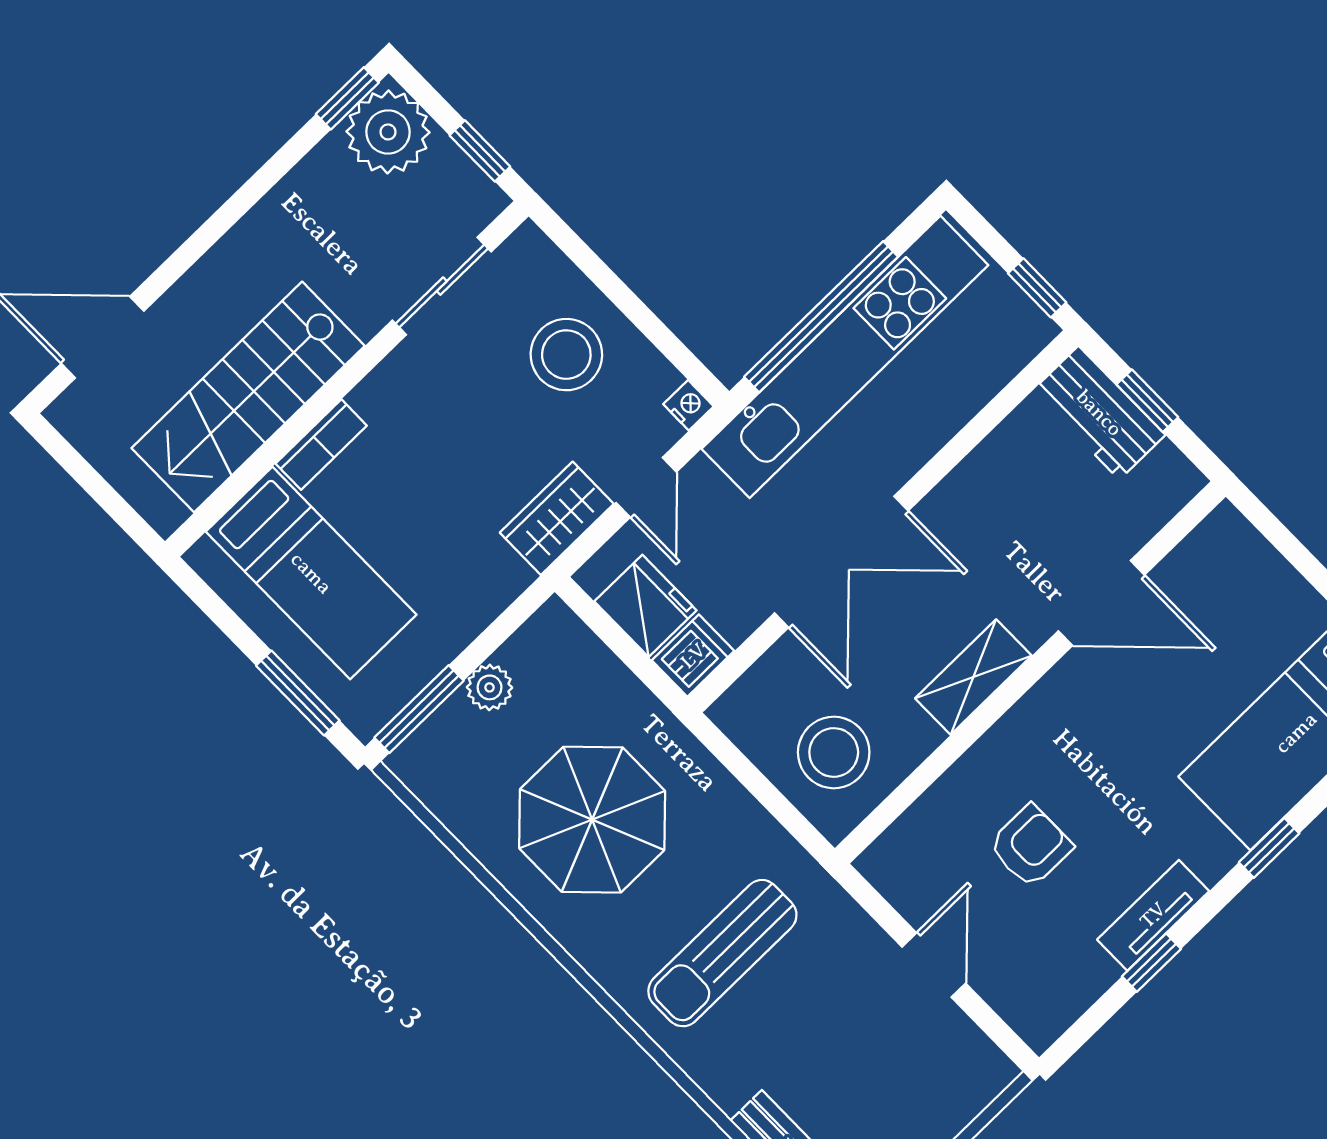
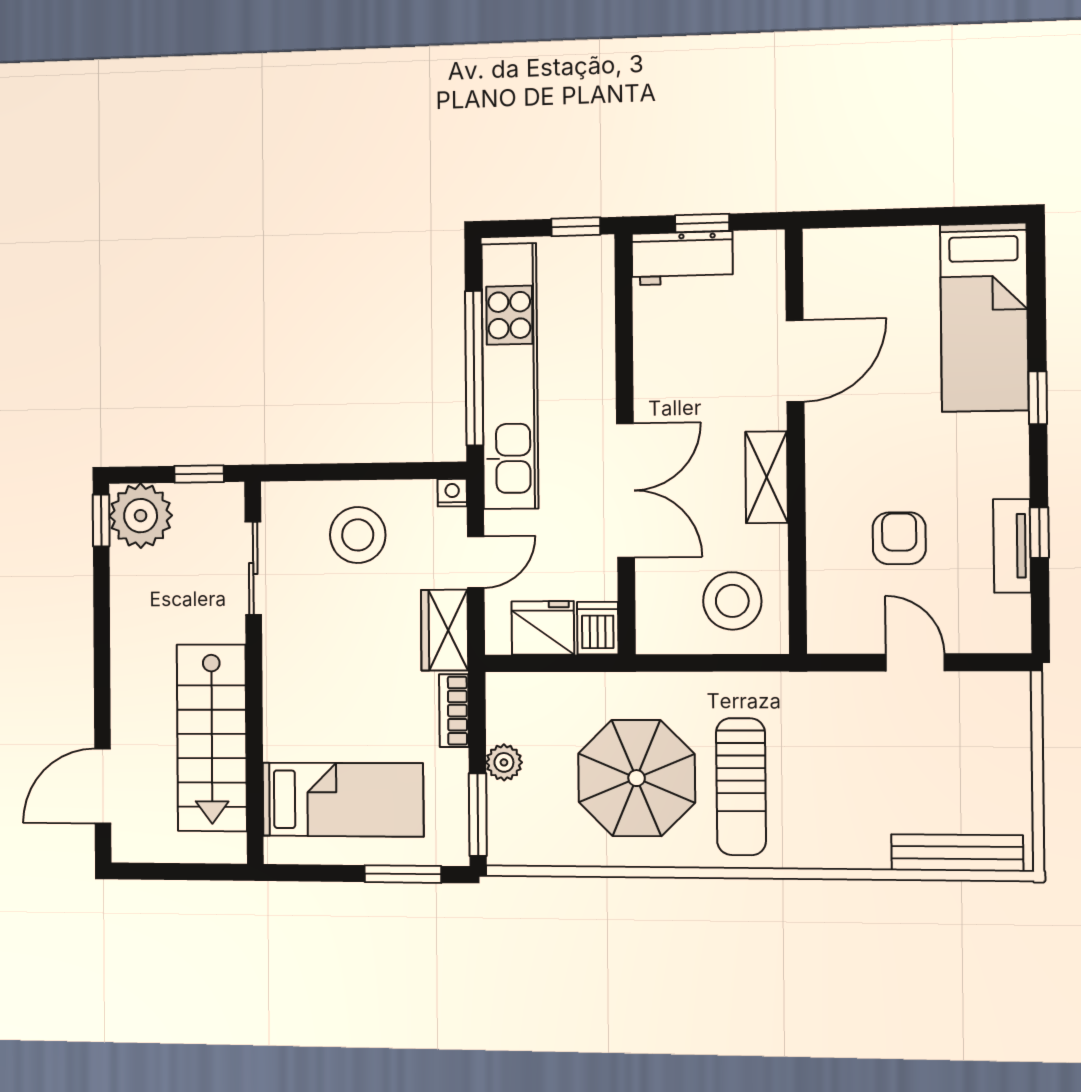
bookcase: (321, 445) -> (454, 711), moved, turned 180
door: (646, 487) -> (476, 562), hinge flipped
tv unit: (1153, 915) -> (1012, 546), moved
sun lounger: (722, 953) -> (741, 787), moved

